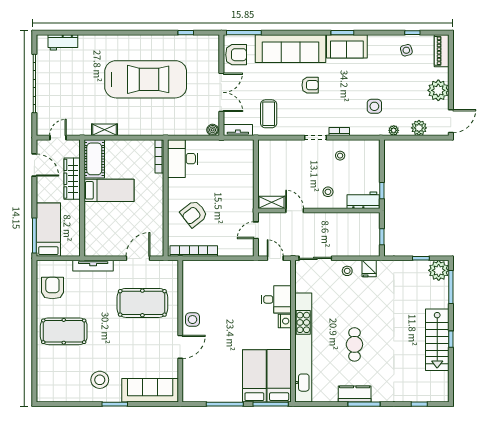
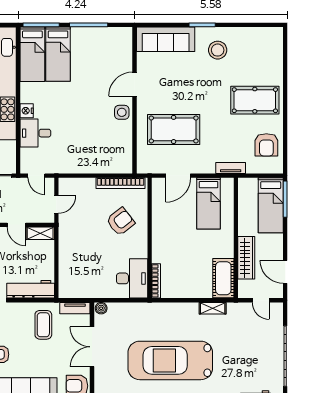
door: (58, 138) -> (261, 300), hinge flipped
workbench: (281, 148) -> (31, 289), added
bed: (109, 190) -> (209, 203), moved, turned -90
tv unit: (93, 266) -> (231, 168), width x0.71

